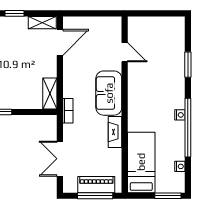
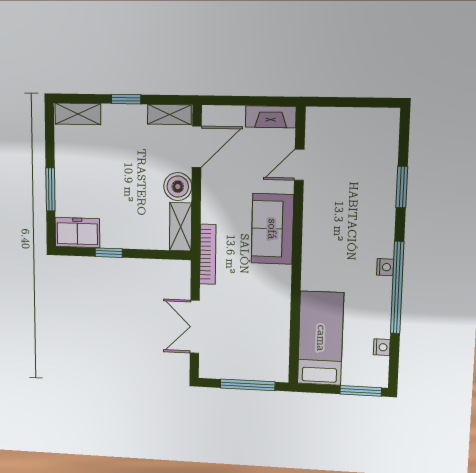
door: (125, 52) -> (299, 165), swing flipped
boiler: (48, 68) -> (178, 187), added
bookcase: (68, 111) -> (208, 254), width x1.56
fireplace: (115, 132) -> (271, 117), moved, turned -90
piano: (96, 185) -> (250, 368), removed

